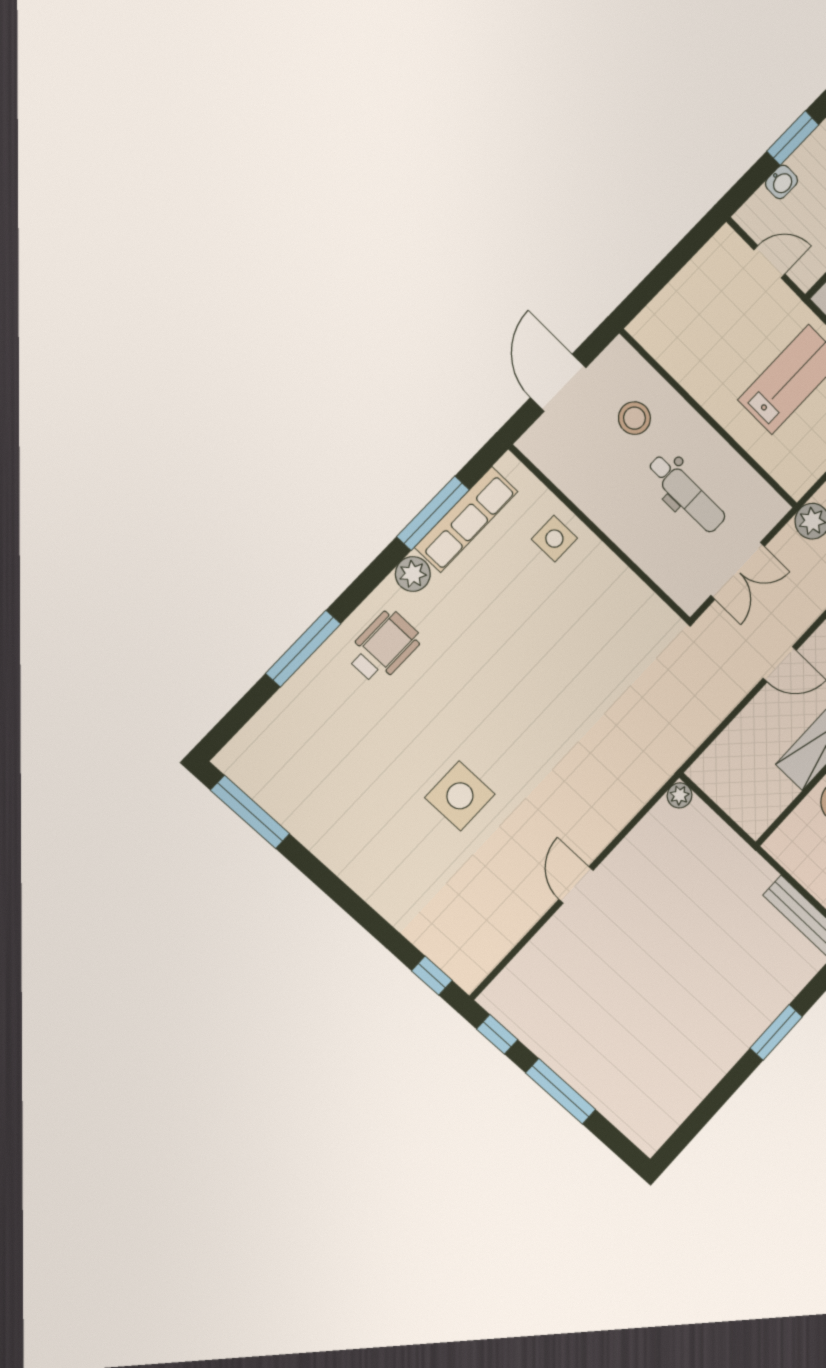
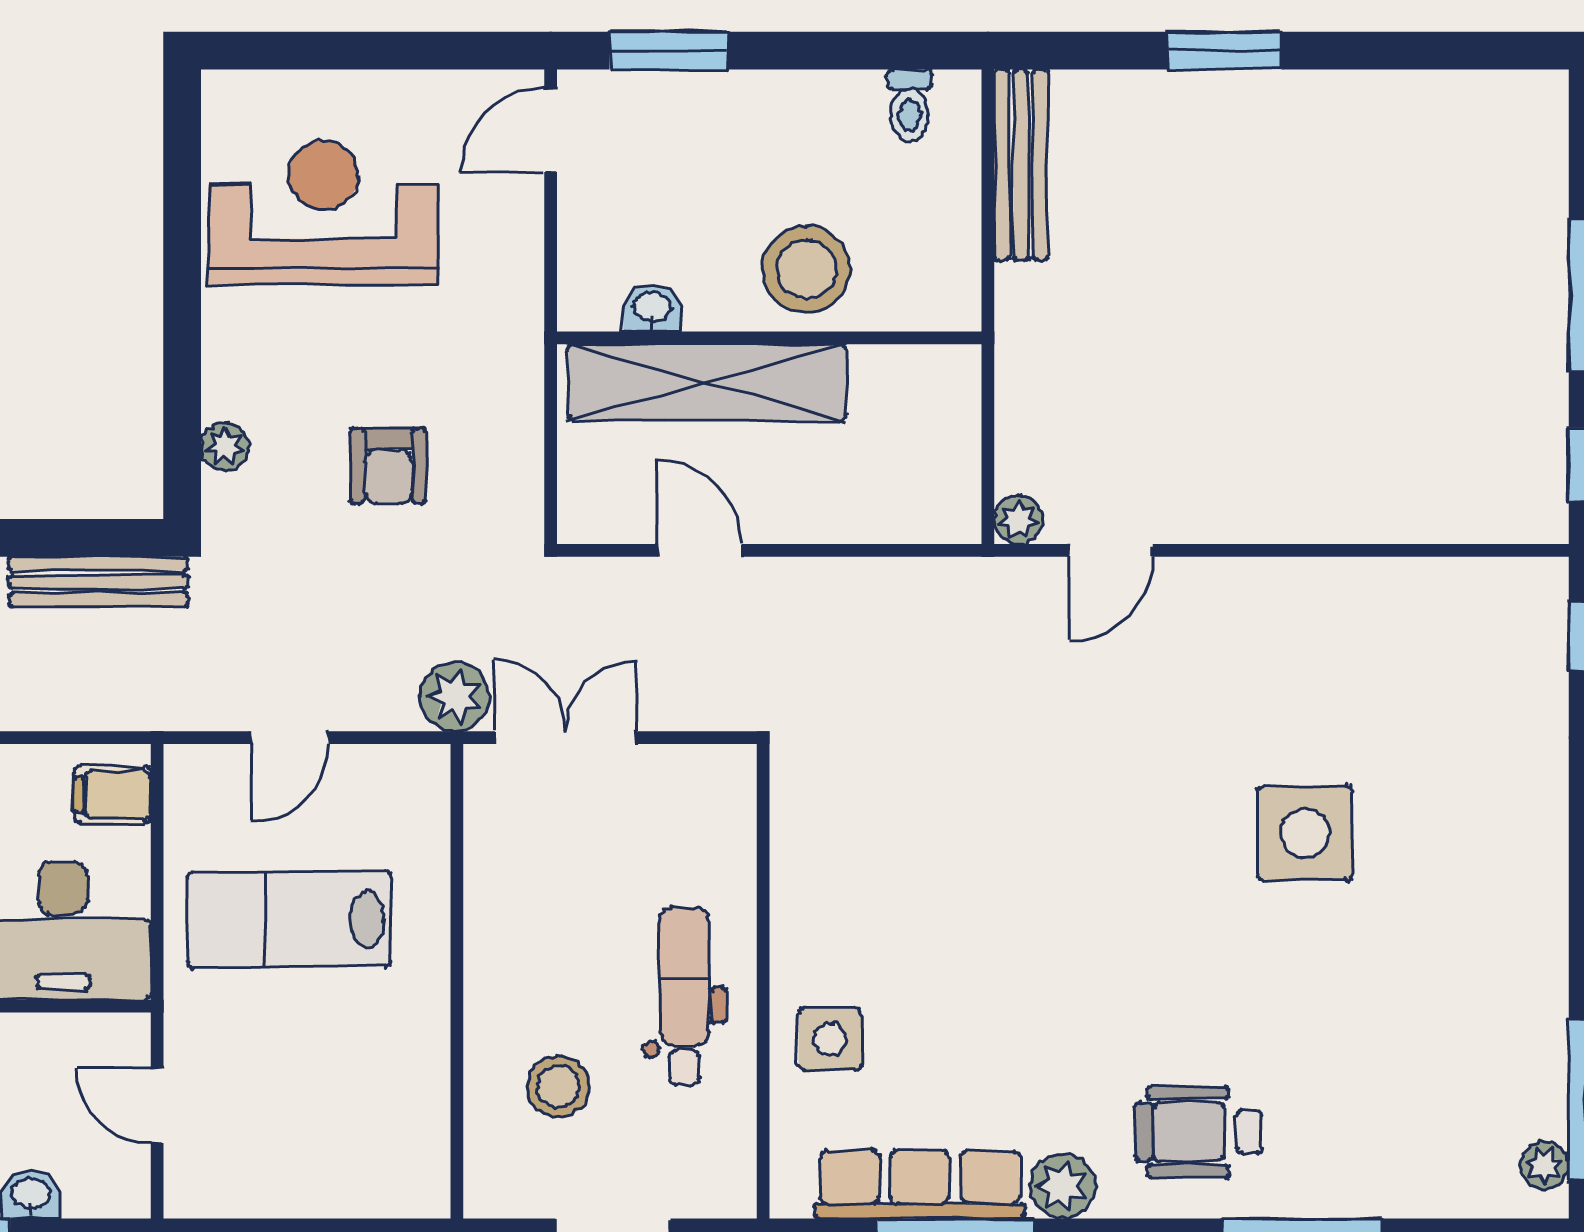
dental chair: (686, 493) -> (684, 996), moved
double door: (738, 571) -> (566, 738), moved
plant: (240, 771) -> (1545, 1165), added
door: (576, 885) -> (1111, 550), moved

